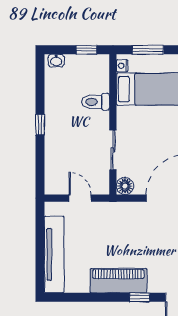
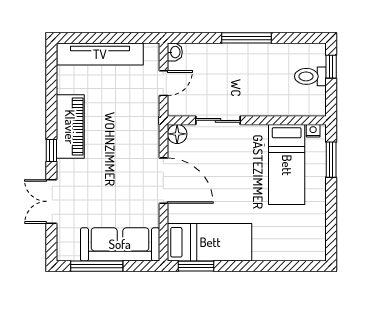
window: (86, 50) -> (331, 67), moved
washbasin: (56, 61) -> (175, 52), moved, turned 180
toilet: (95, 102) -> (310, 76), moved, turned -90
window: (40, 125) -> (246, 38), width x2.17

